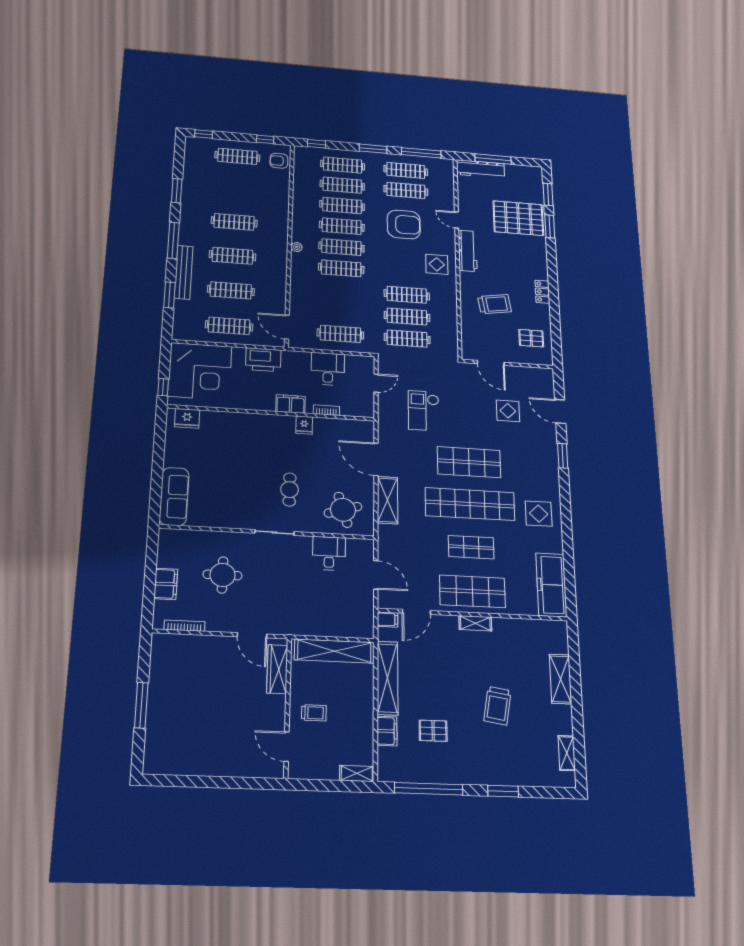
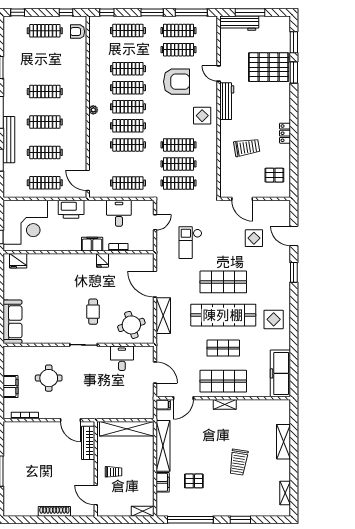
clothes rail: (342, 185) -> (128, 145), moved
shoe rack: (222, 769) -> (54, 511), added

